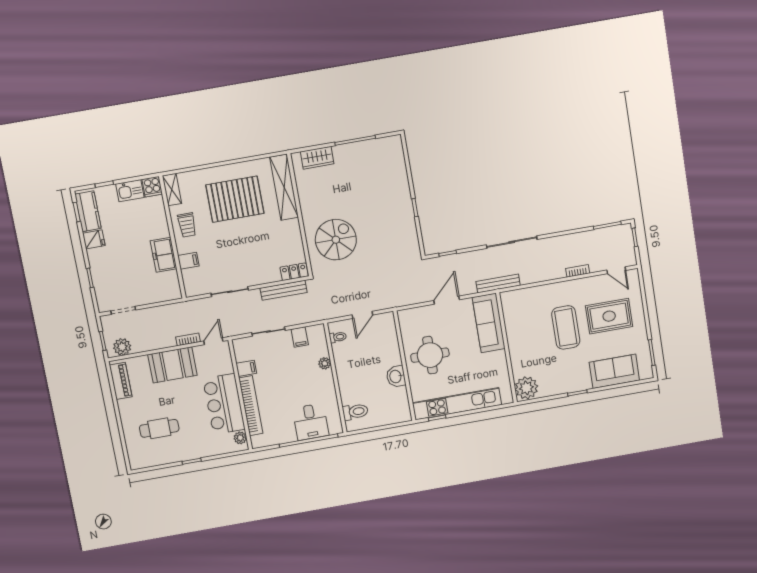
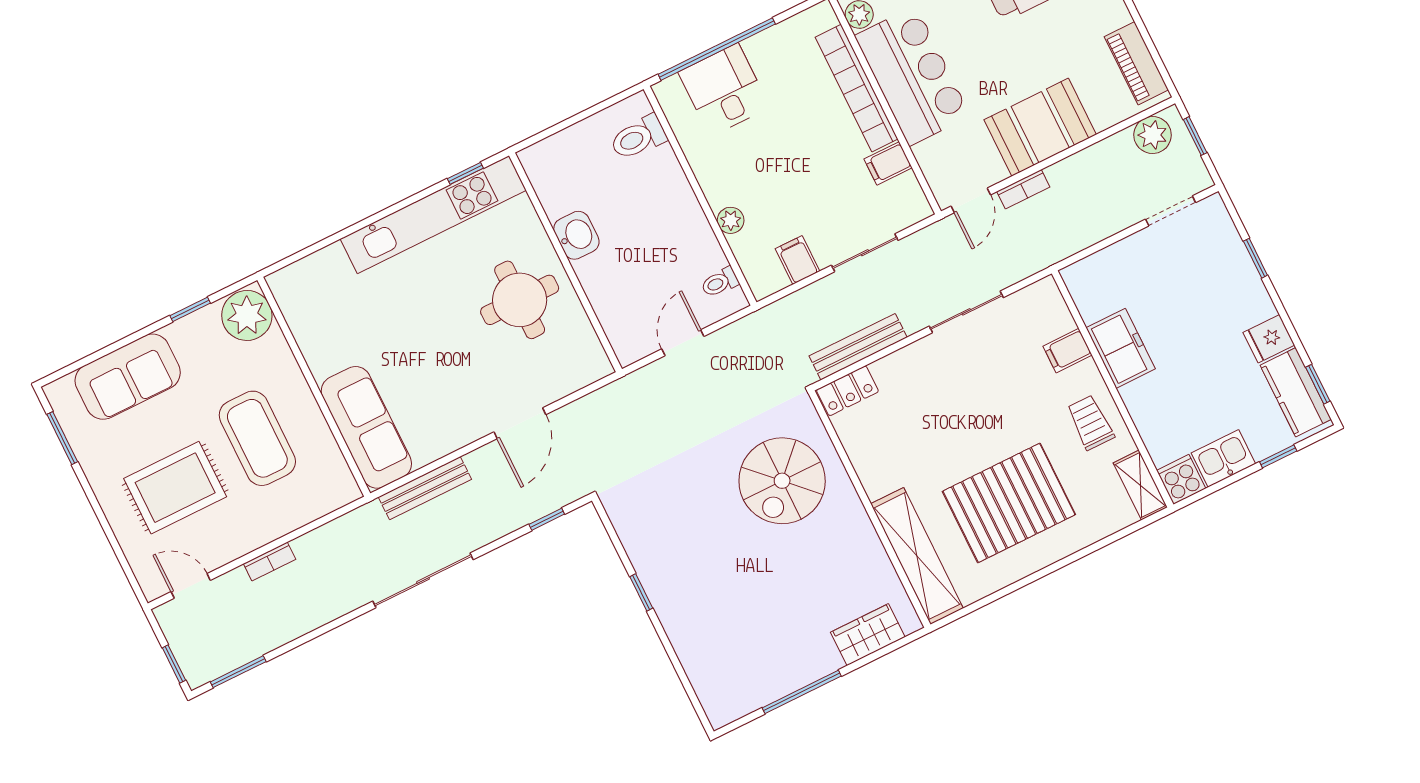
sofa: (489, 323) -> (366, 427), moved
wall: (507, 348) -> (314, 387), moved
plant: (526, 388) -> (247, 315), moved

